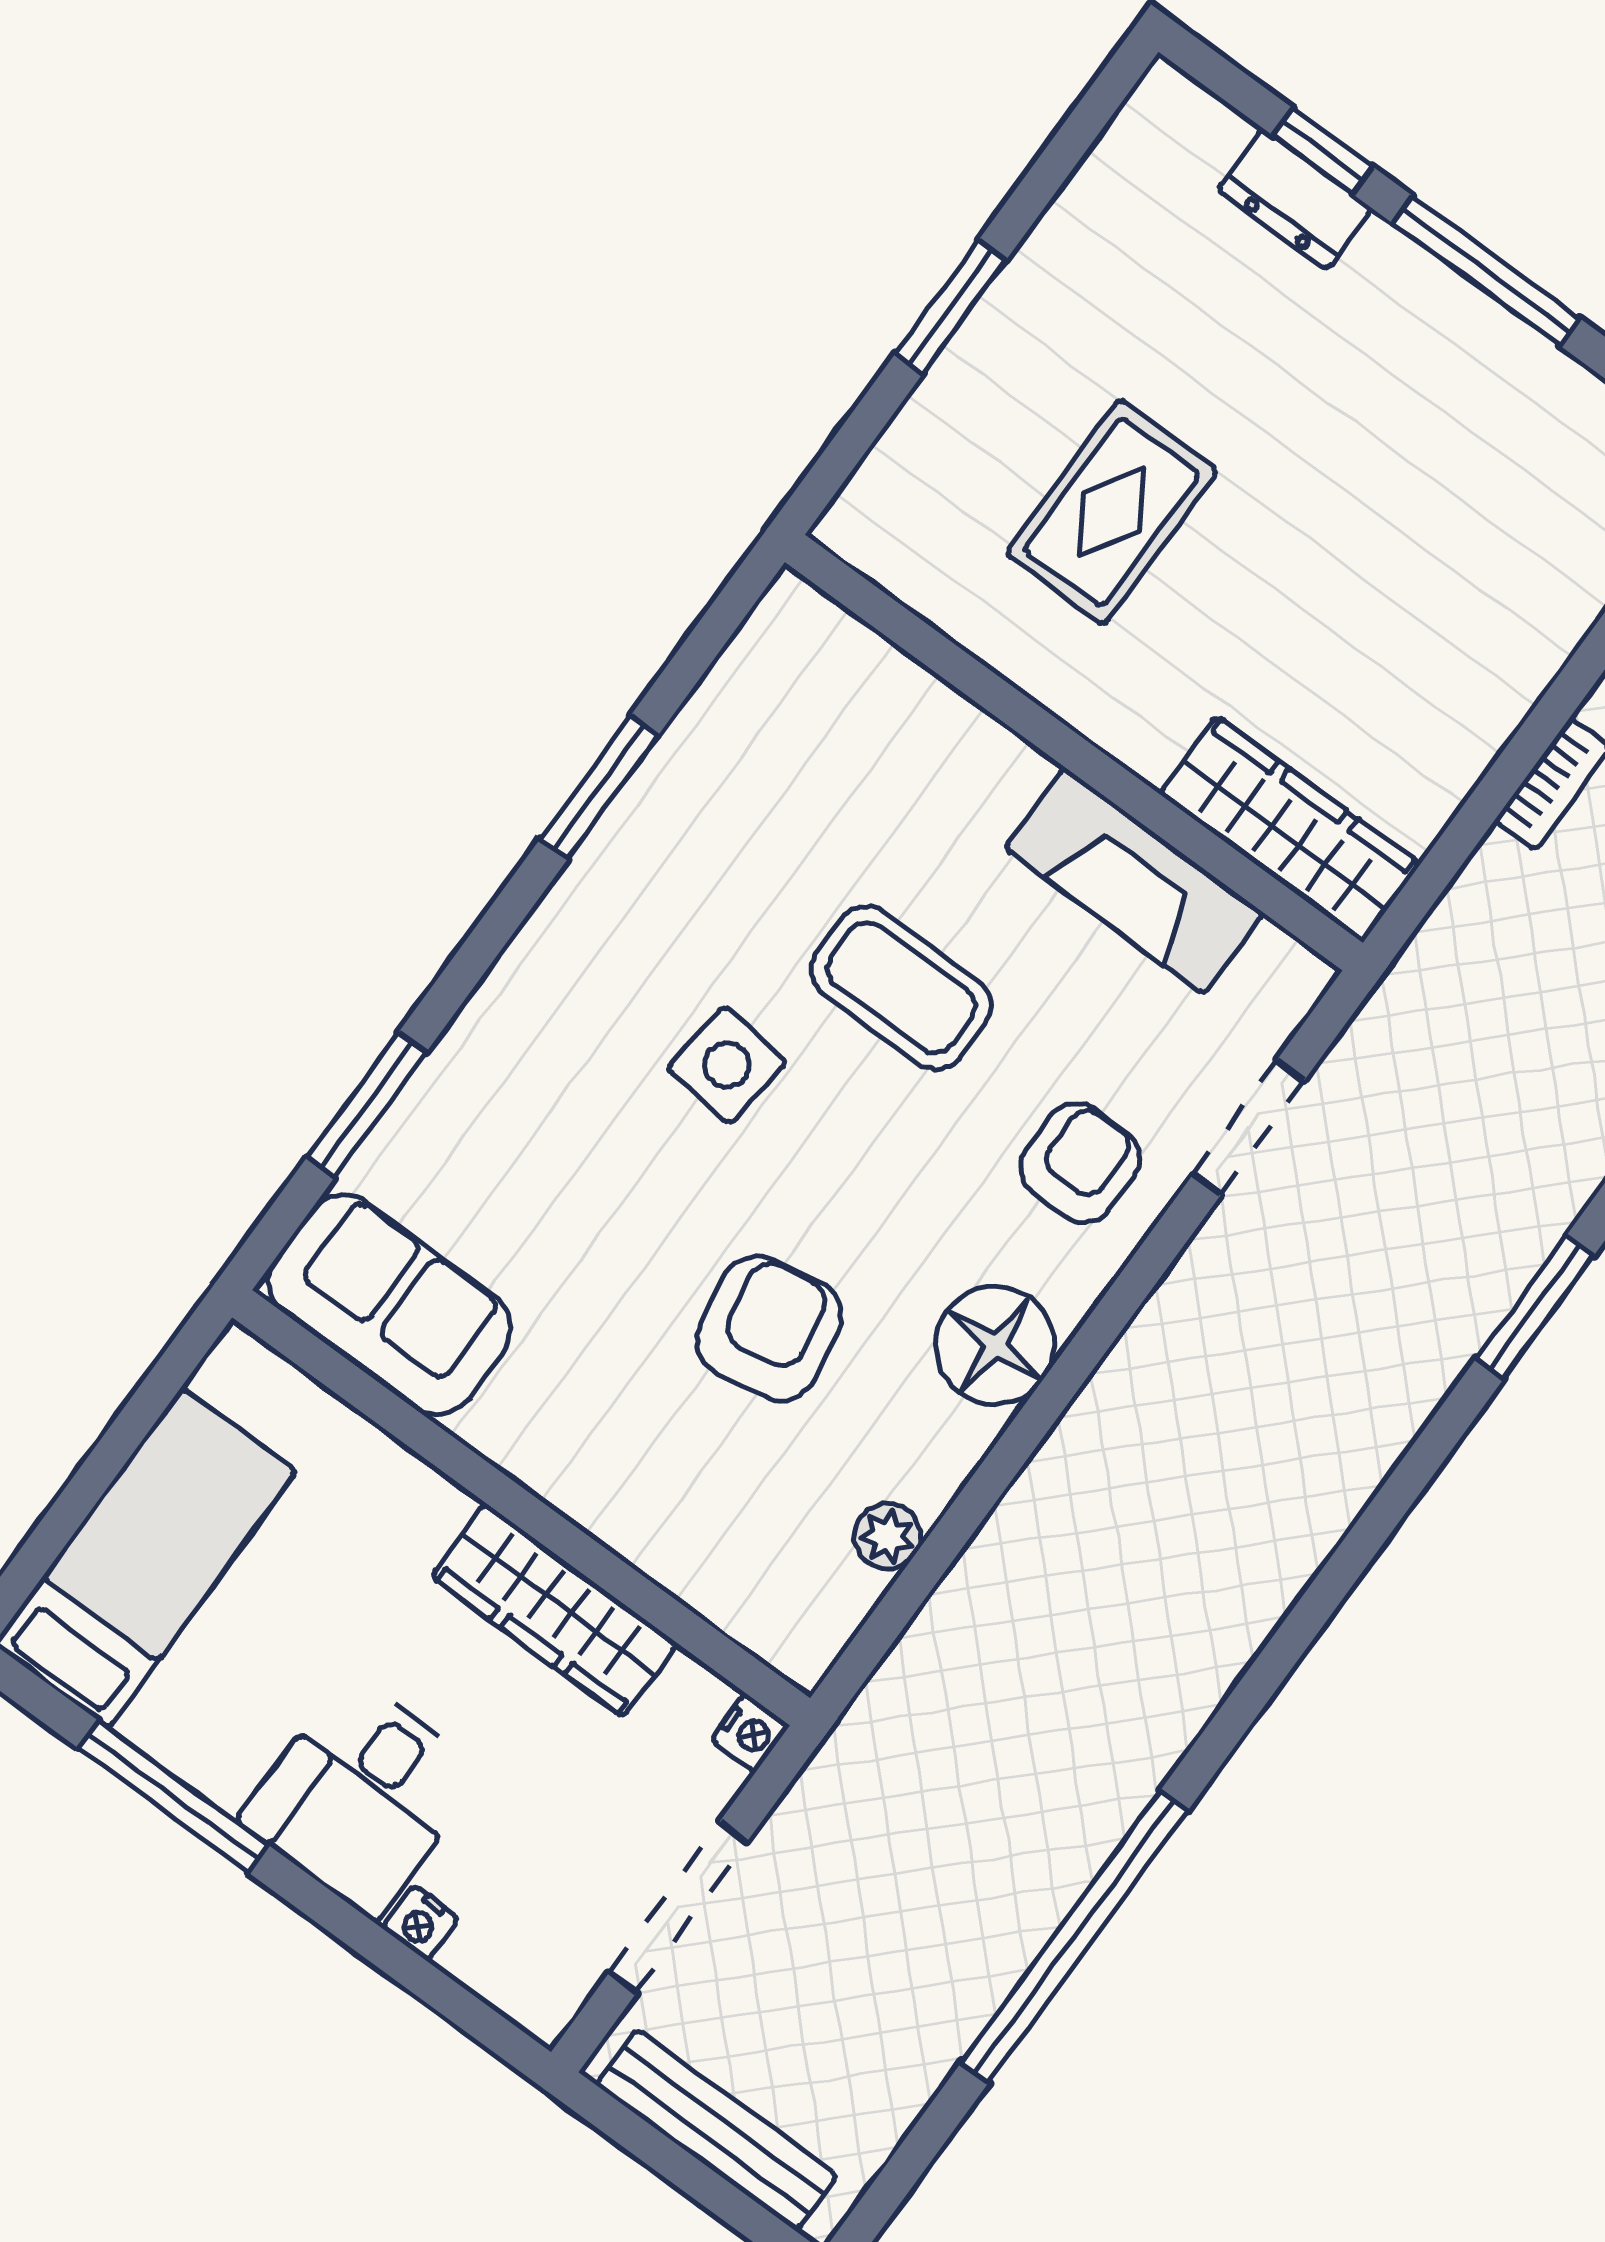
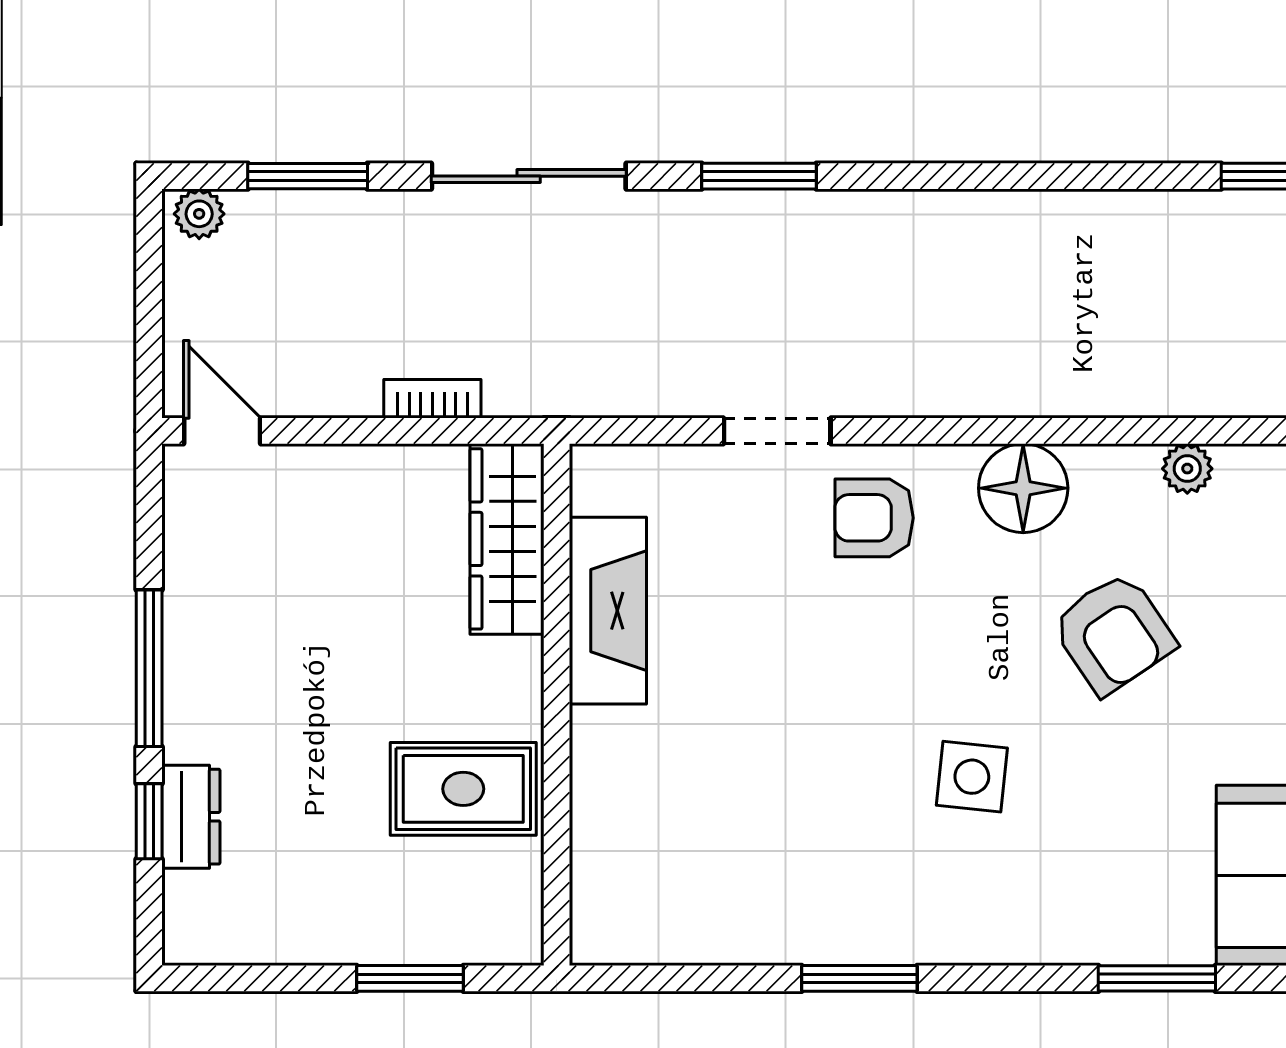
wall: (1074, 753) -> (557, 705), moved
wardrobe: (1290, 829) -> (507, 539), moved
fireplace: (1134, 881) -> (608, 611), moved
coffee table: (901, 988) -> (847, 705), removed
armchair: (769, 1328) -> (1113, 633), turned -114

